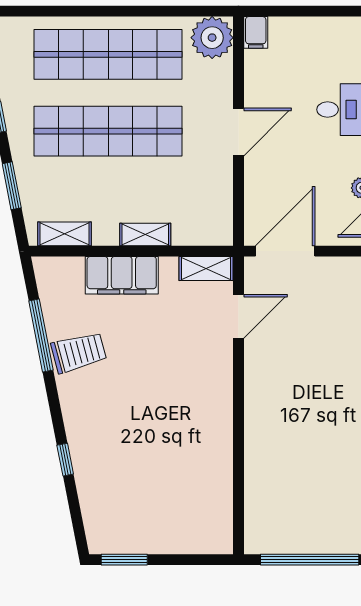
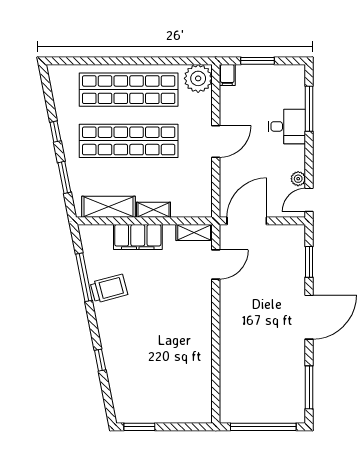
window: (301, 11) -> (258, 61), added
shelving: (64, 234) -> (109, 207), width x1.50, depth x1.33

